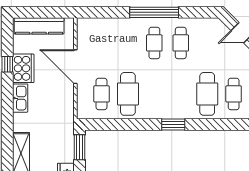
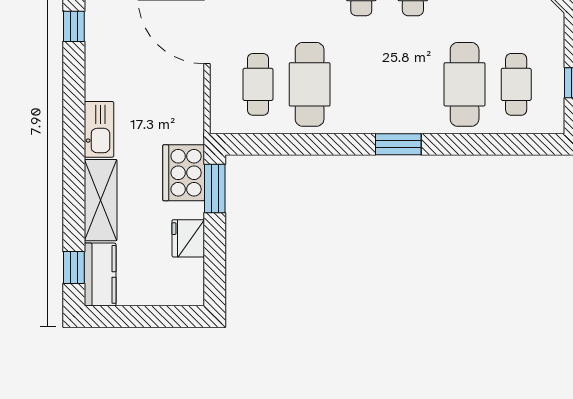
cooker: (23, 68) -> (184, 173), moved, turned 180
kitchen sink: (20, 98) -> (99, 129), moved

